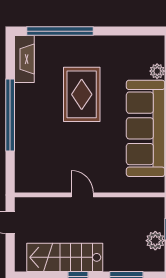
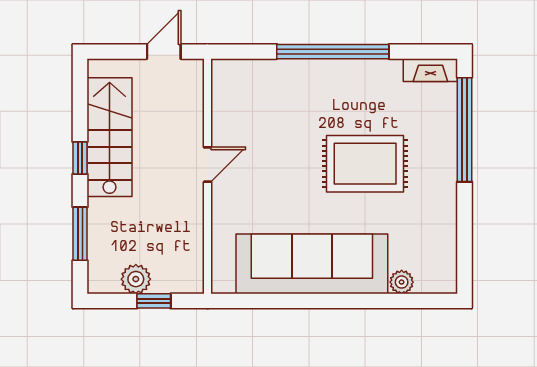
fireplace: (24, 59) -> (430, 70), width x0.73, depth x0.76

